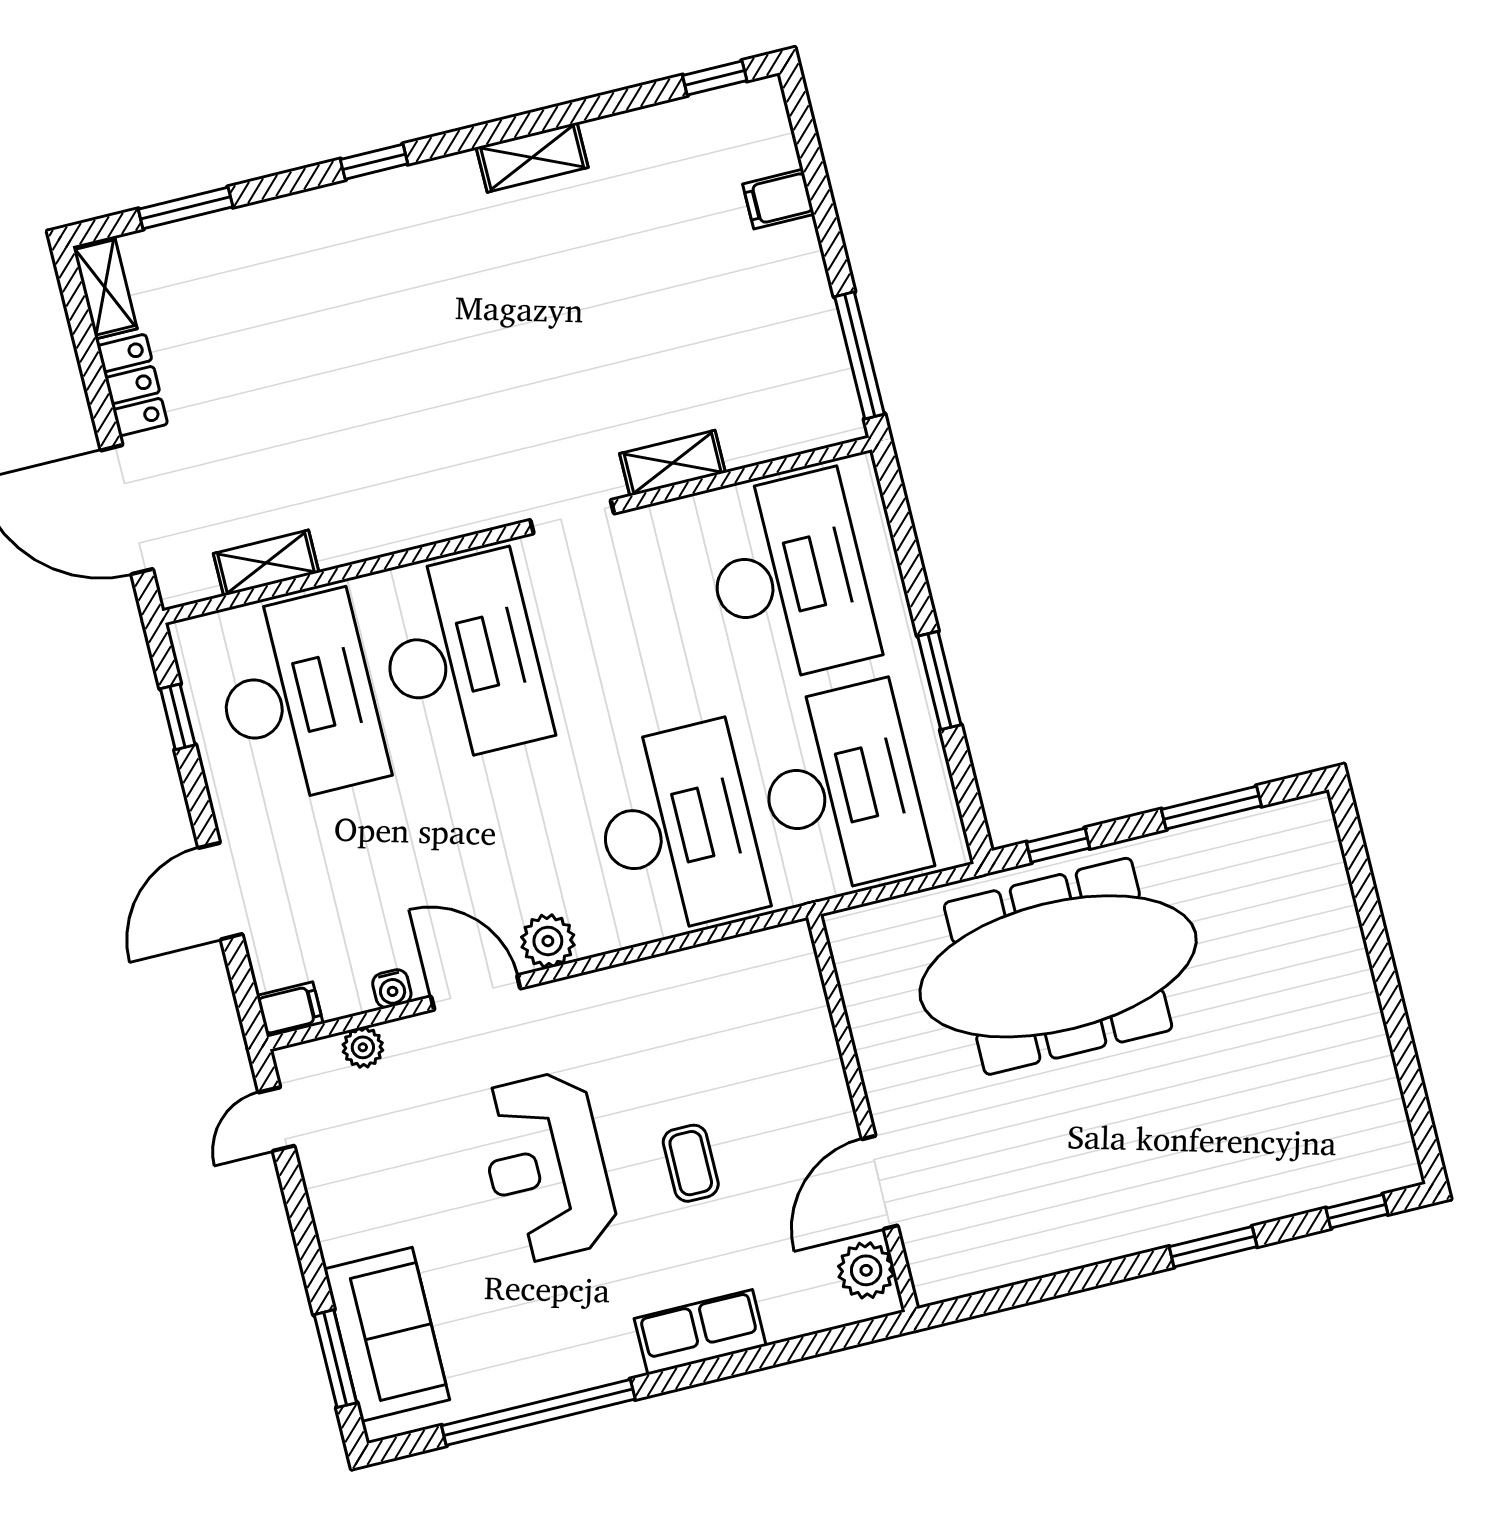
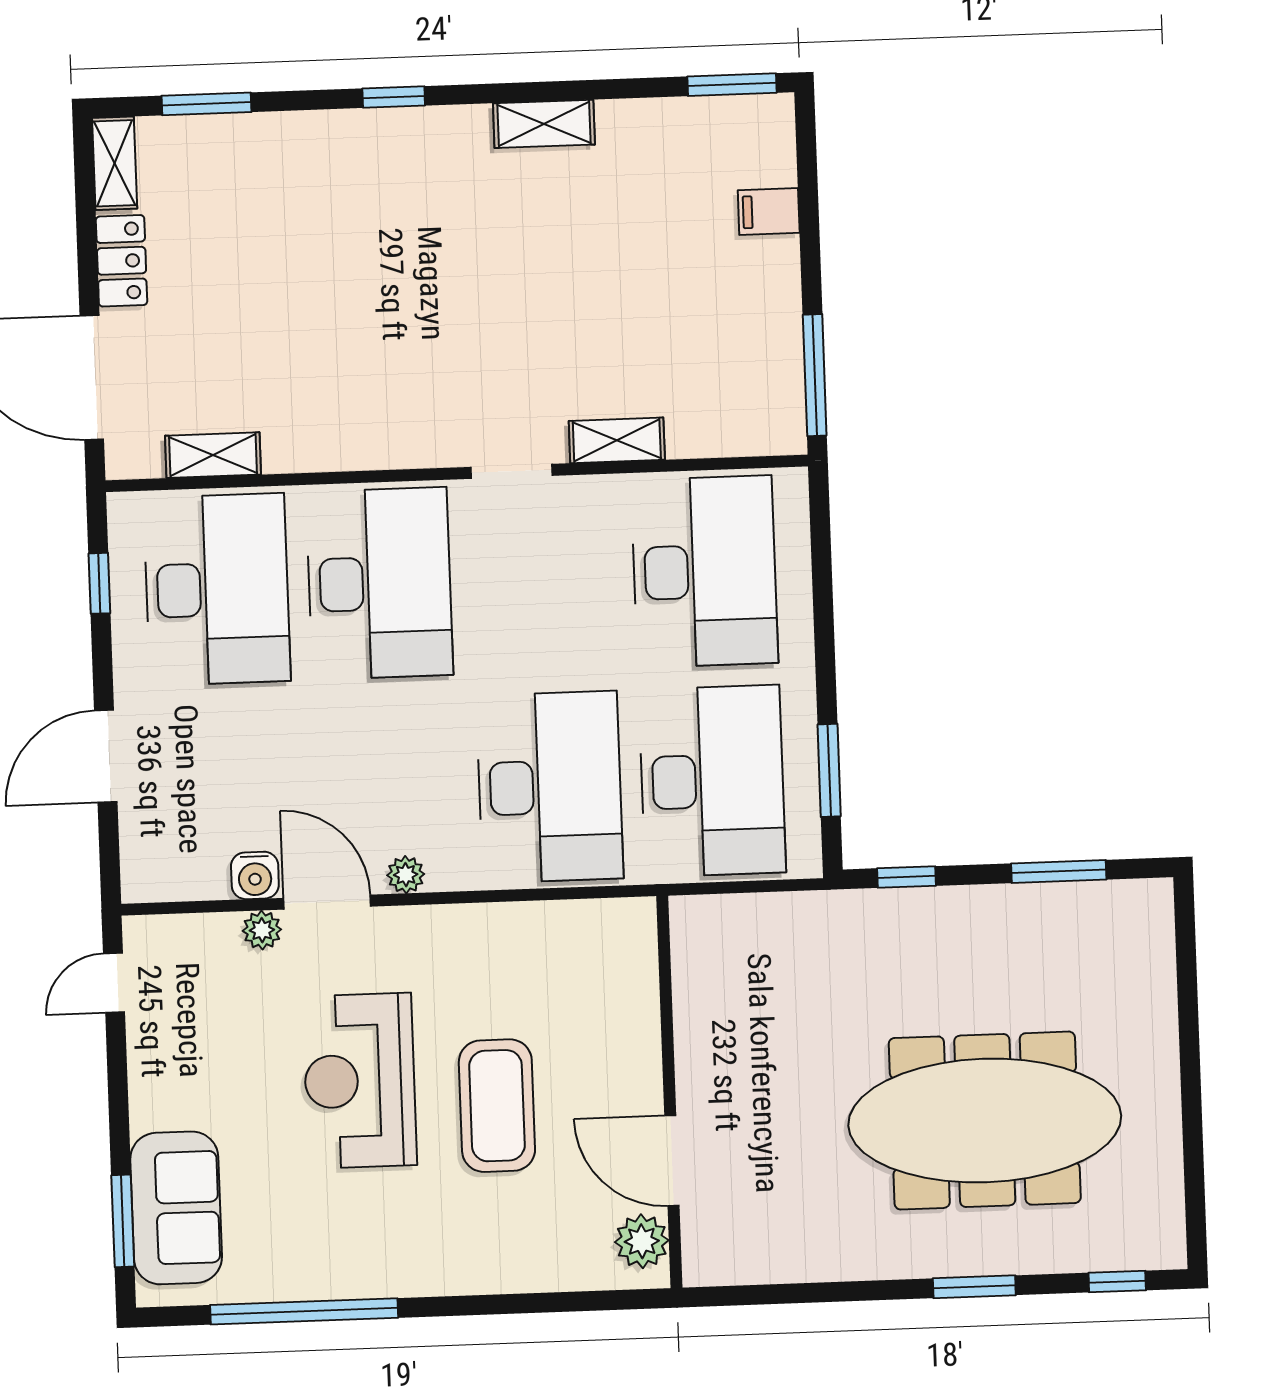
window: (715, 78) -> (732, 85), width x1.50
window: (939, 680) -> (829, 770), moved
plant: (548, 941) -> (406, 875), width x0.73, depth x0.73
meeting table: (1058, 966) -> (985, 1121), moved
water cooler: (392, 989) -> (255, 875), width x1.38, depth x1.38
filing cabinet: (290, 1010) -> (148, 882), removed
plant: (363, 1047) -> (262, 930), moved
coffee table: (691, 1163) -> (497, 1106), width x1.86, depth x1.72
door: (880, 1182) -> (672, 1161), hinge flipped
row of seats: (700, 1332) -> (473, 1267), removed

